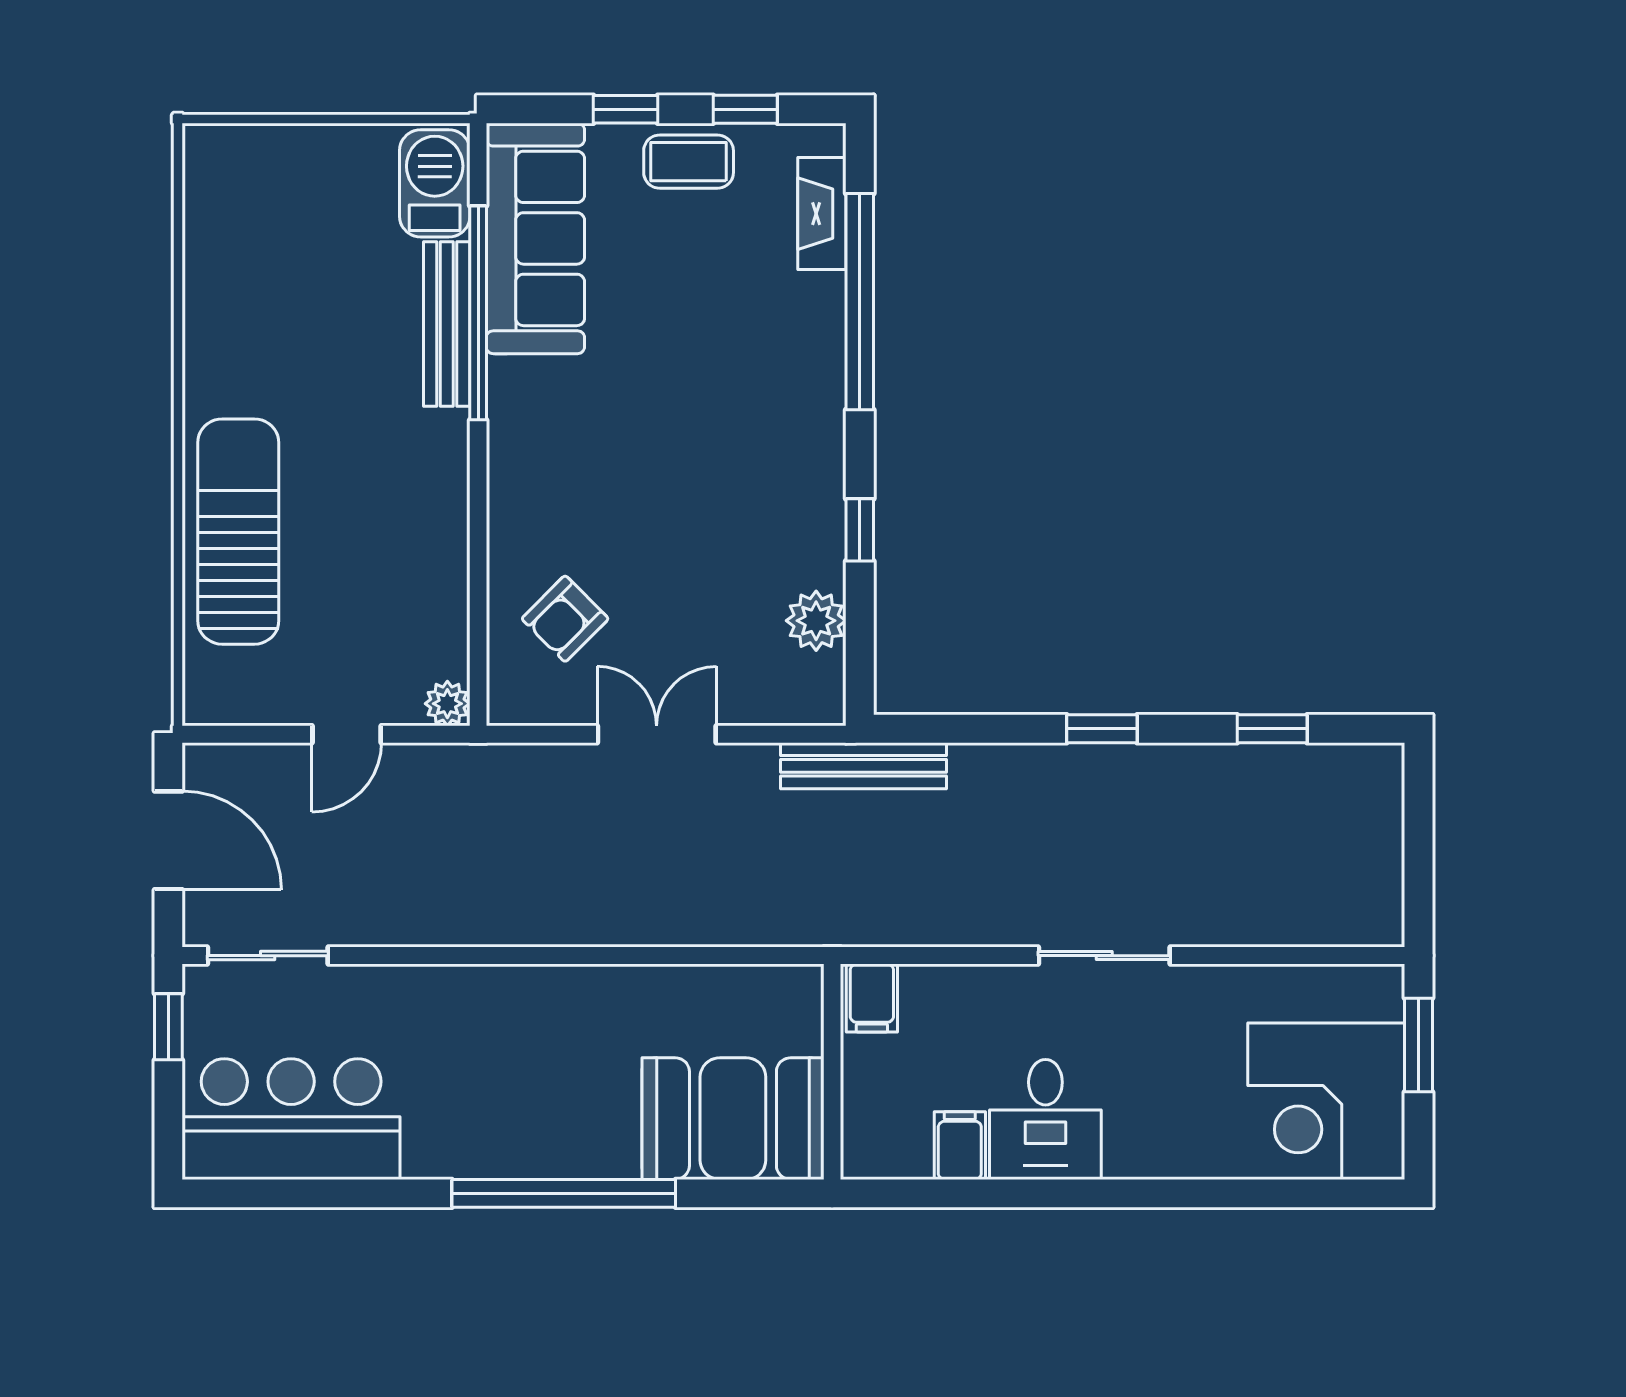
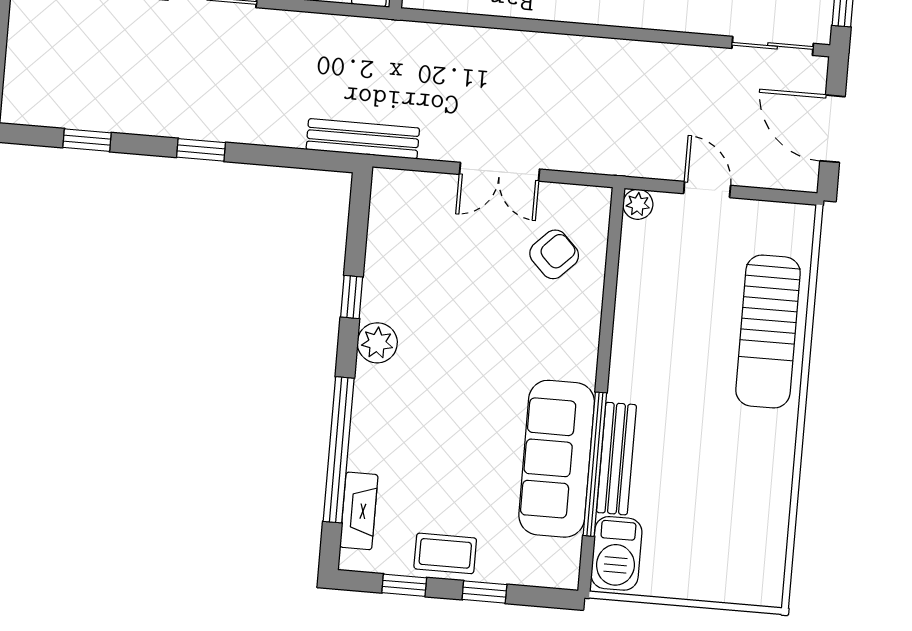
sofa: (535, 238) -> (557, 459), moved
plant: (816, 621) -> (377, 343), moved
door: (347, 734) -> (707, 190), hinge flipped

